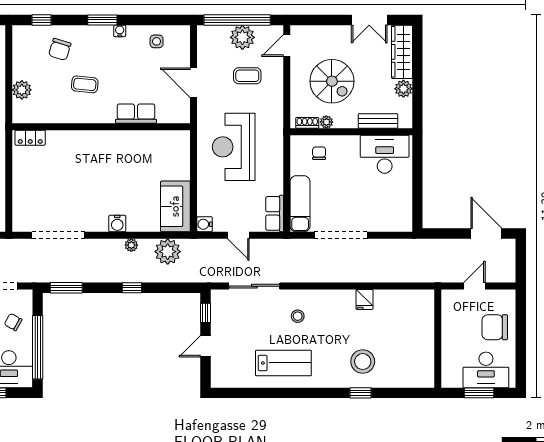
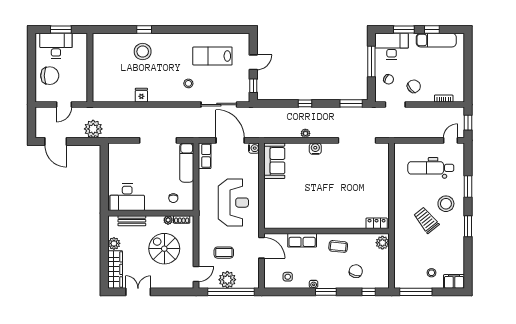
row of seats: (136, 114) -> (302, 240), moved
wall: (101, 127) -> (327, 231), moved
locker: (30, 138) -> (377, 223), moved
door: (238, 235) -> (230, 140), width x1.87
plant: (168, 252) -> (93, 129), moved
window: (38, 347) -> (371, 62), width x0.68
lab bench: (283, 363) -> (212, 56), moved

